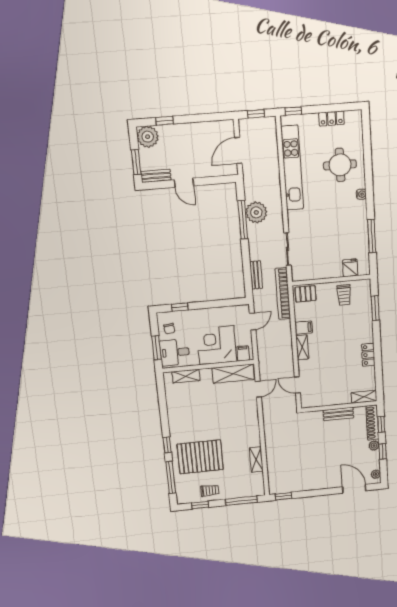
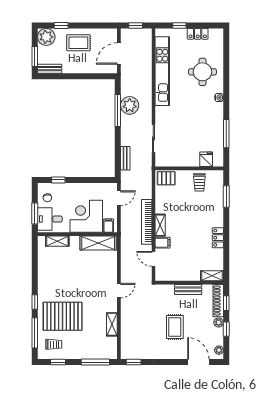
window: (293, 111) -> (179, 25), moved
rug: (188, 141) -> (78, 43), added
door: (184, 183) -> (72, 76), removed
bookcase: (283, 294) -> (147, 222), moved
filing cabinet: (304, 328) -> (163, 243), moved
door: (258, 389) -> (119, 291), moved
rug: (326, 455) -> (175, 327), added
trolley: (210, 491) -> (54, 344), moved

